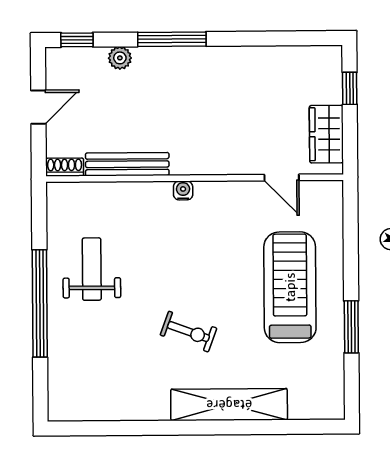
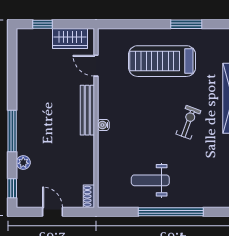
bench: (127, 164) -> (87, 110), moved
door: (282, 178) -> (96, 66), swing flipped

